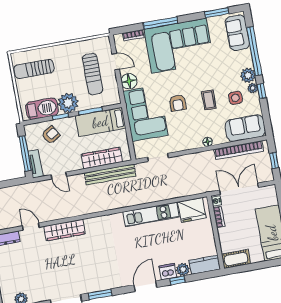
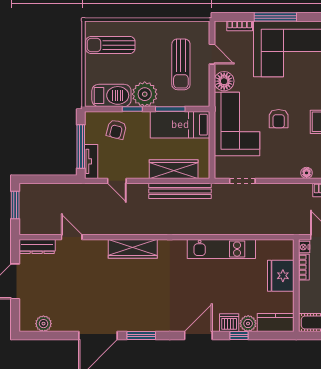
armchair: (51, 135) -> (116, 129), turned 135
fridge: (192, 210) -> (281, 276), moved, turned 90
wardrobe: (65, 230) -> (133, 249), moved

